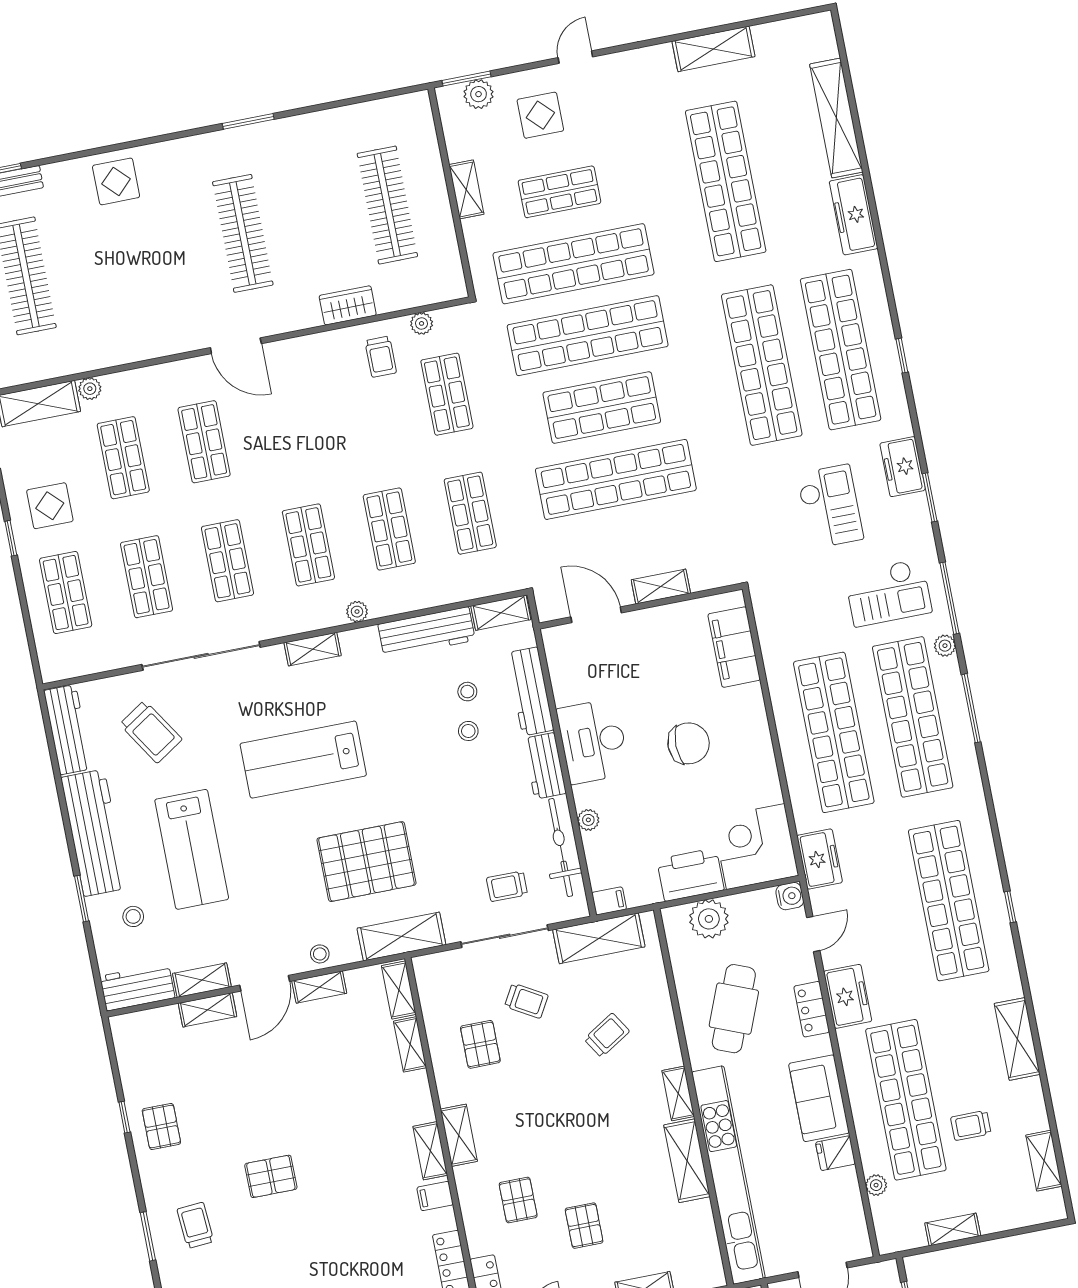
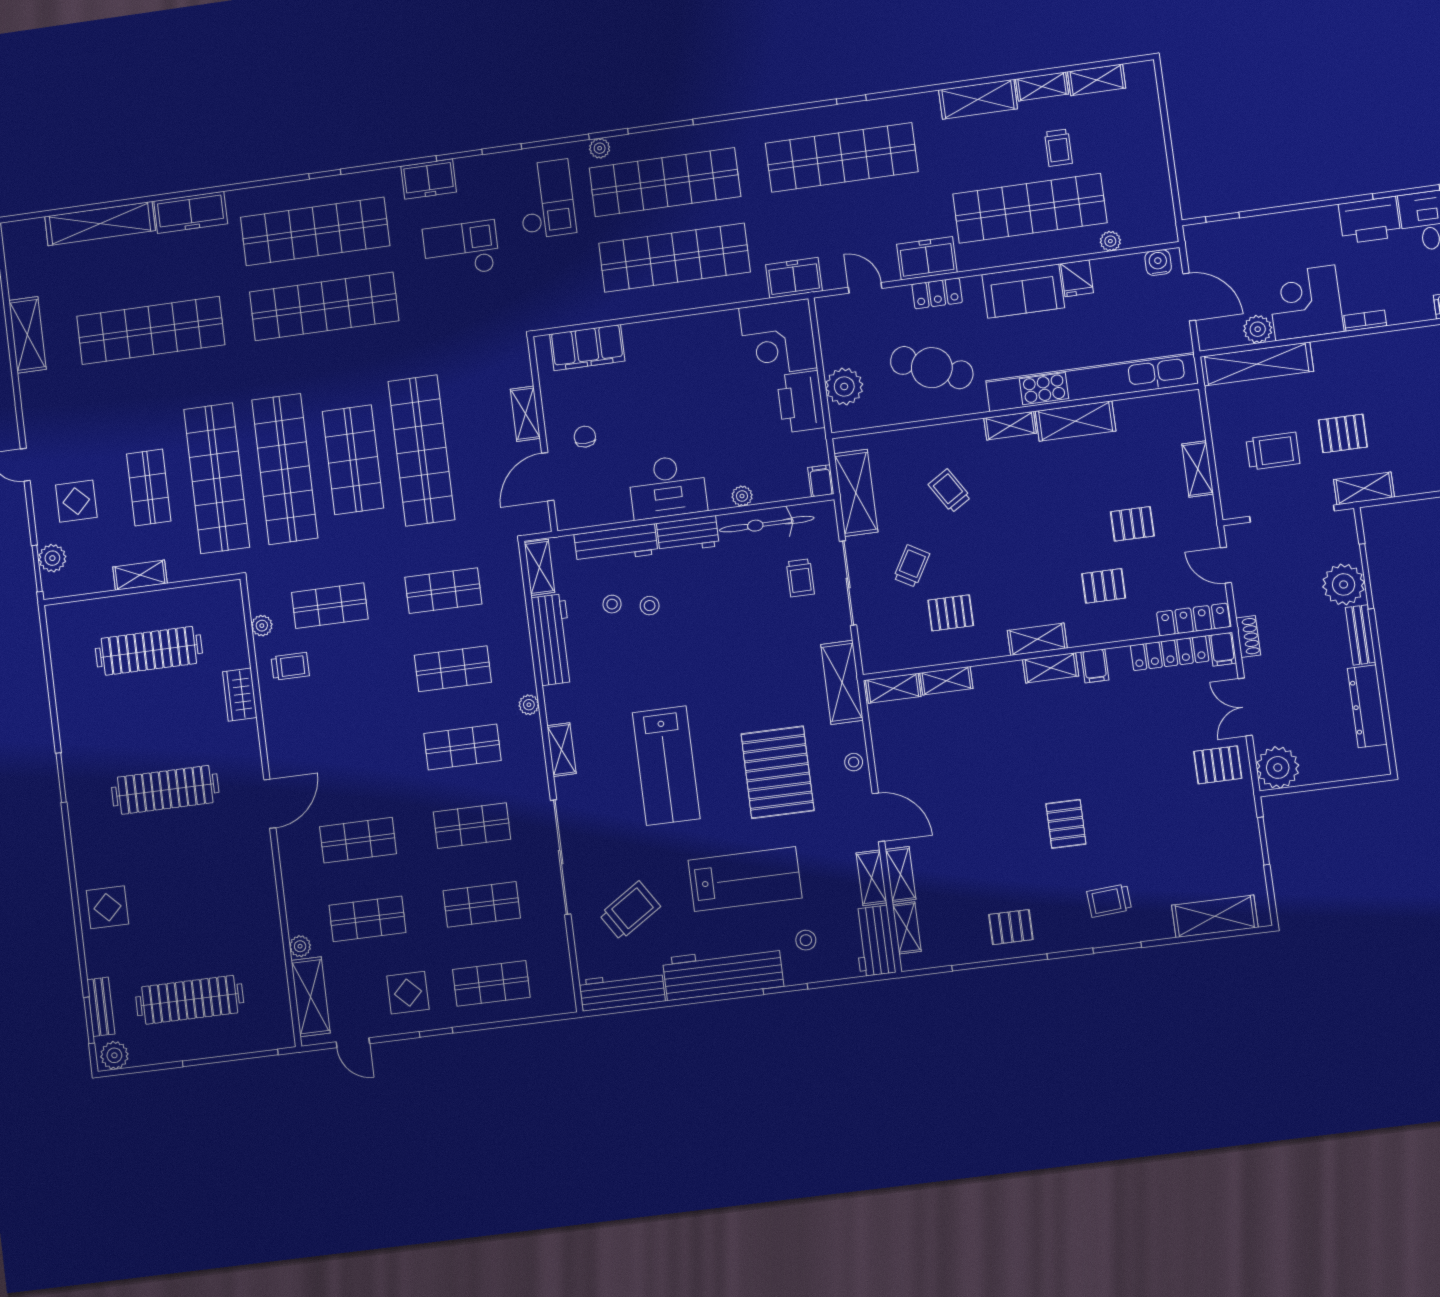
chair: (689, 743) -> (585, 437), moved, width x0.54, depth x0.54
pallet: (366, 862) -> (777, 772), moved
water cooler: (790, 896) -> (1158, 263), moved
shelving: (319, 987) -> (907, 928), moved
window: (124, 1117) -> (1000, 962), width x3.17
shelving: (953, 1229) -> (1042, 86), moved, turned 90

